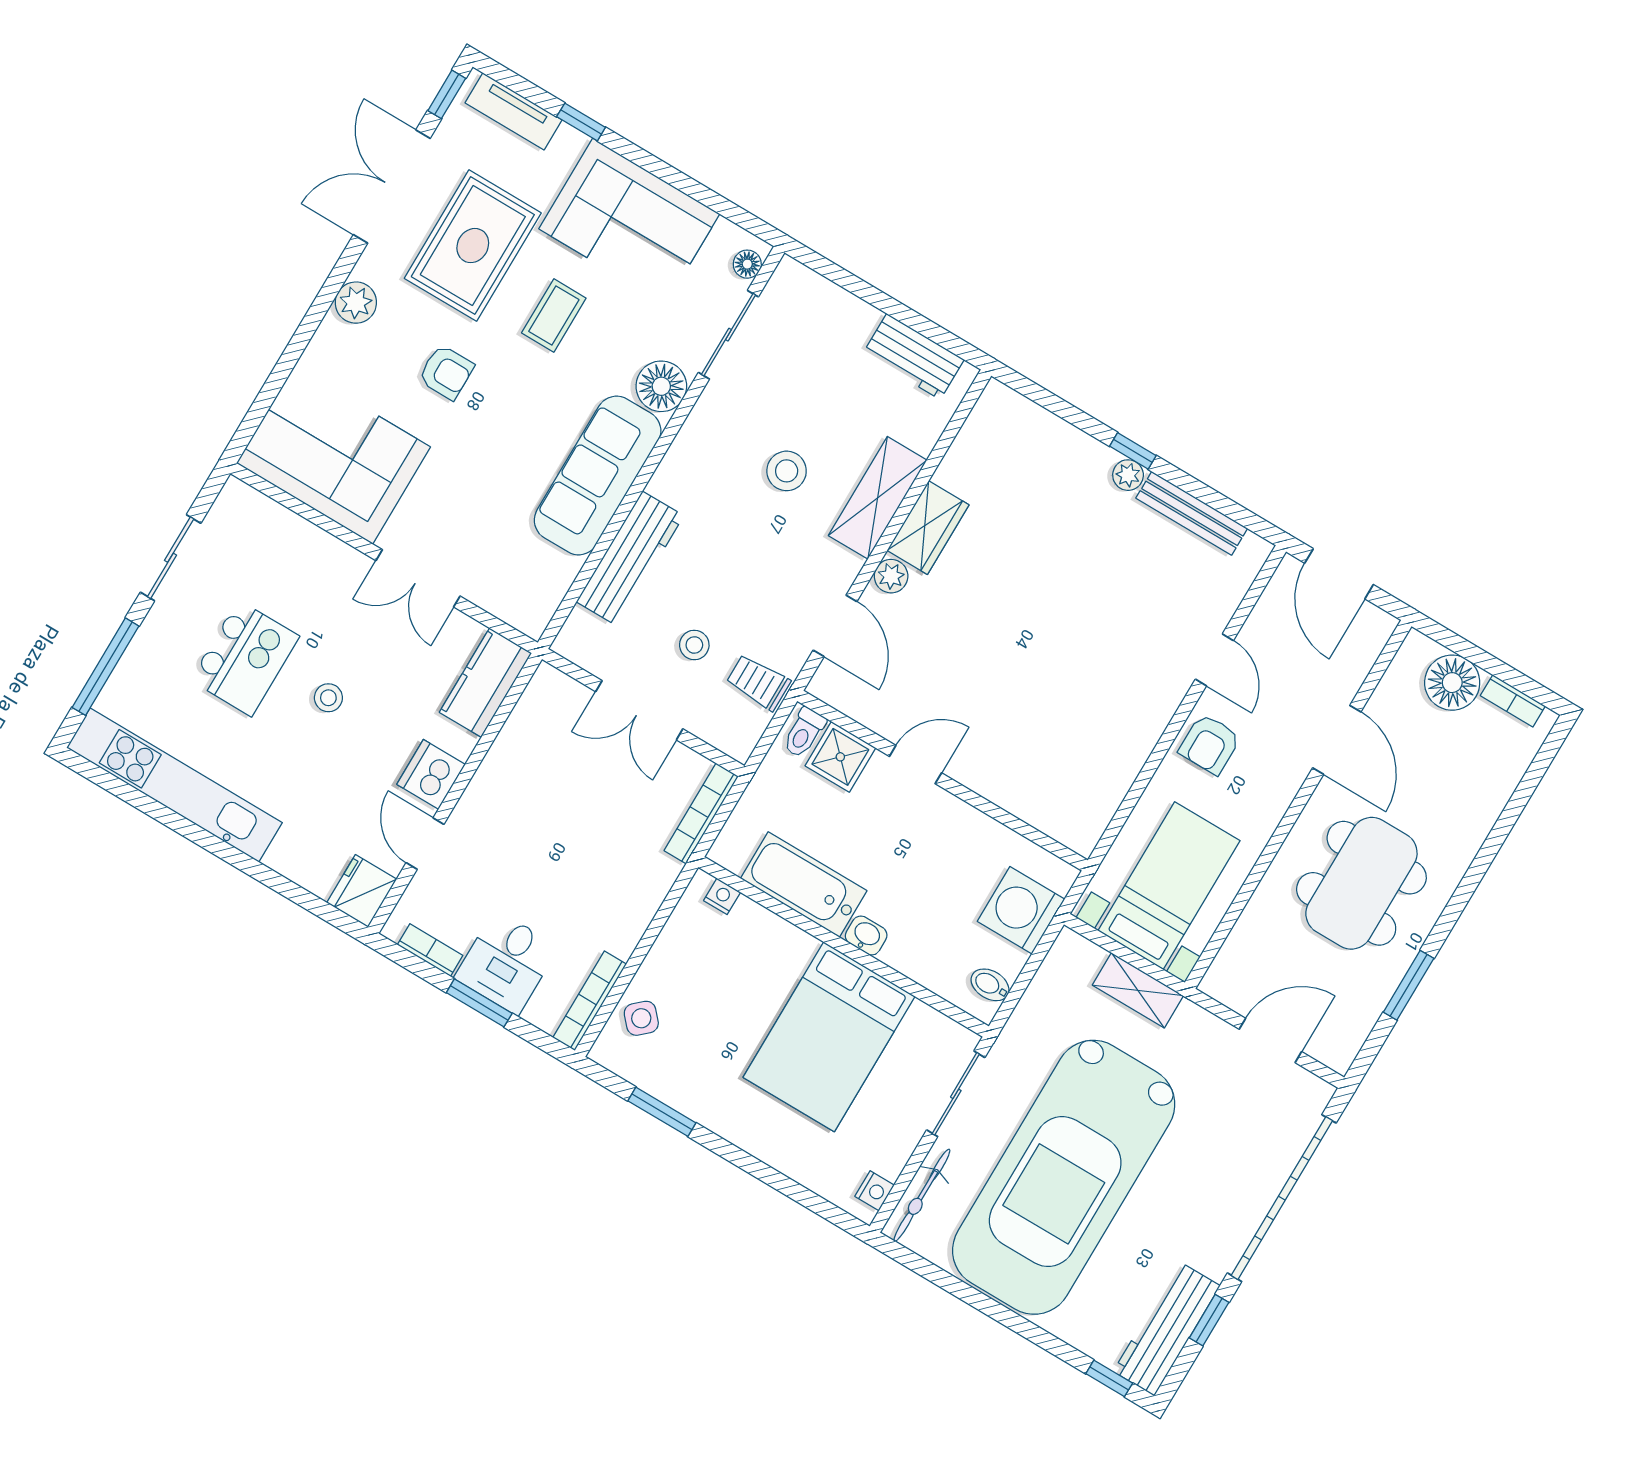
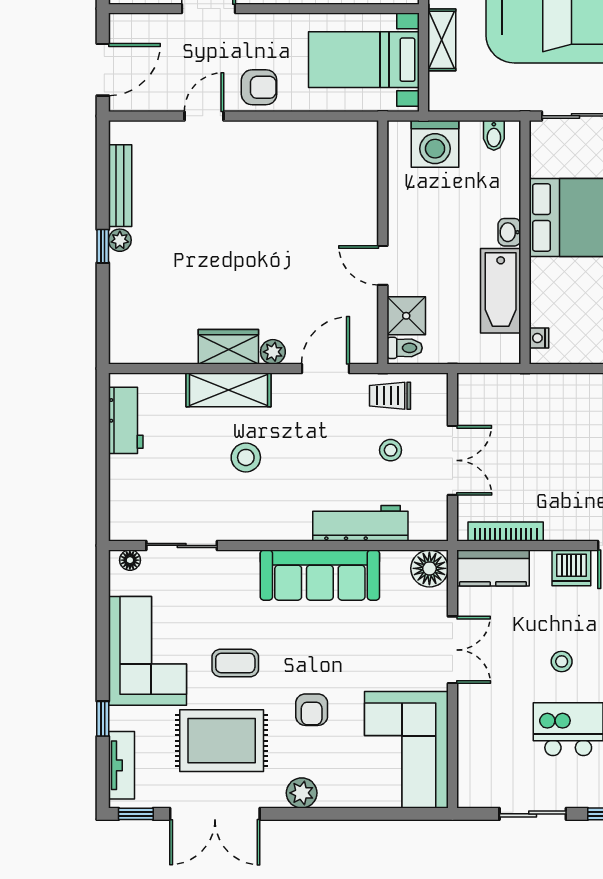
armchair: (446, 372) -> (312, 710), turned 180
floor lamp: (661, 386) -> (429, 568), moved
trolley: (758, 682) -> (390, 396), turned 90
bookcase: (701, 813) -> (506, 532), moved, turned 180

